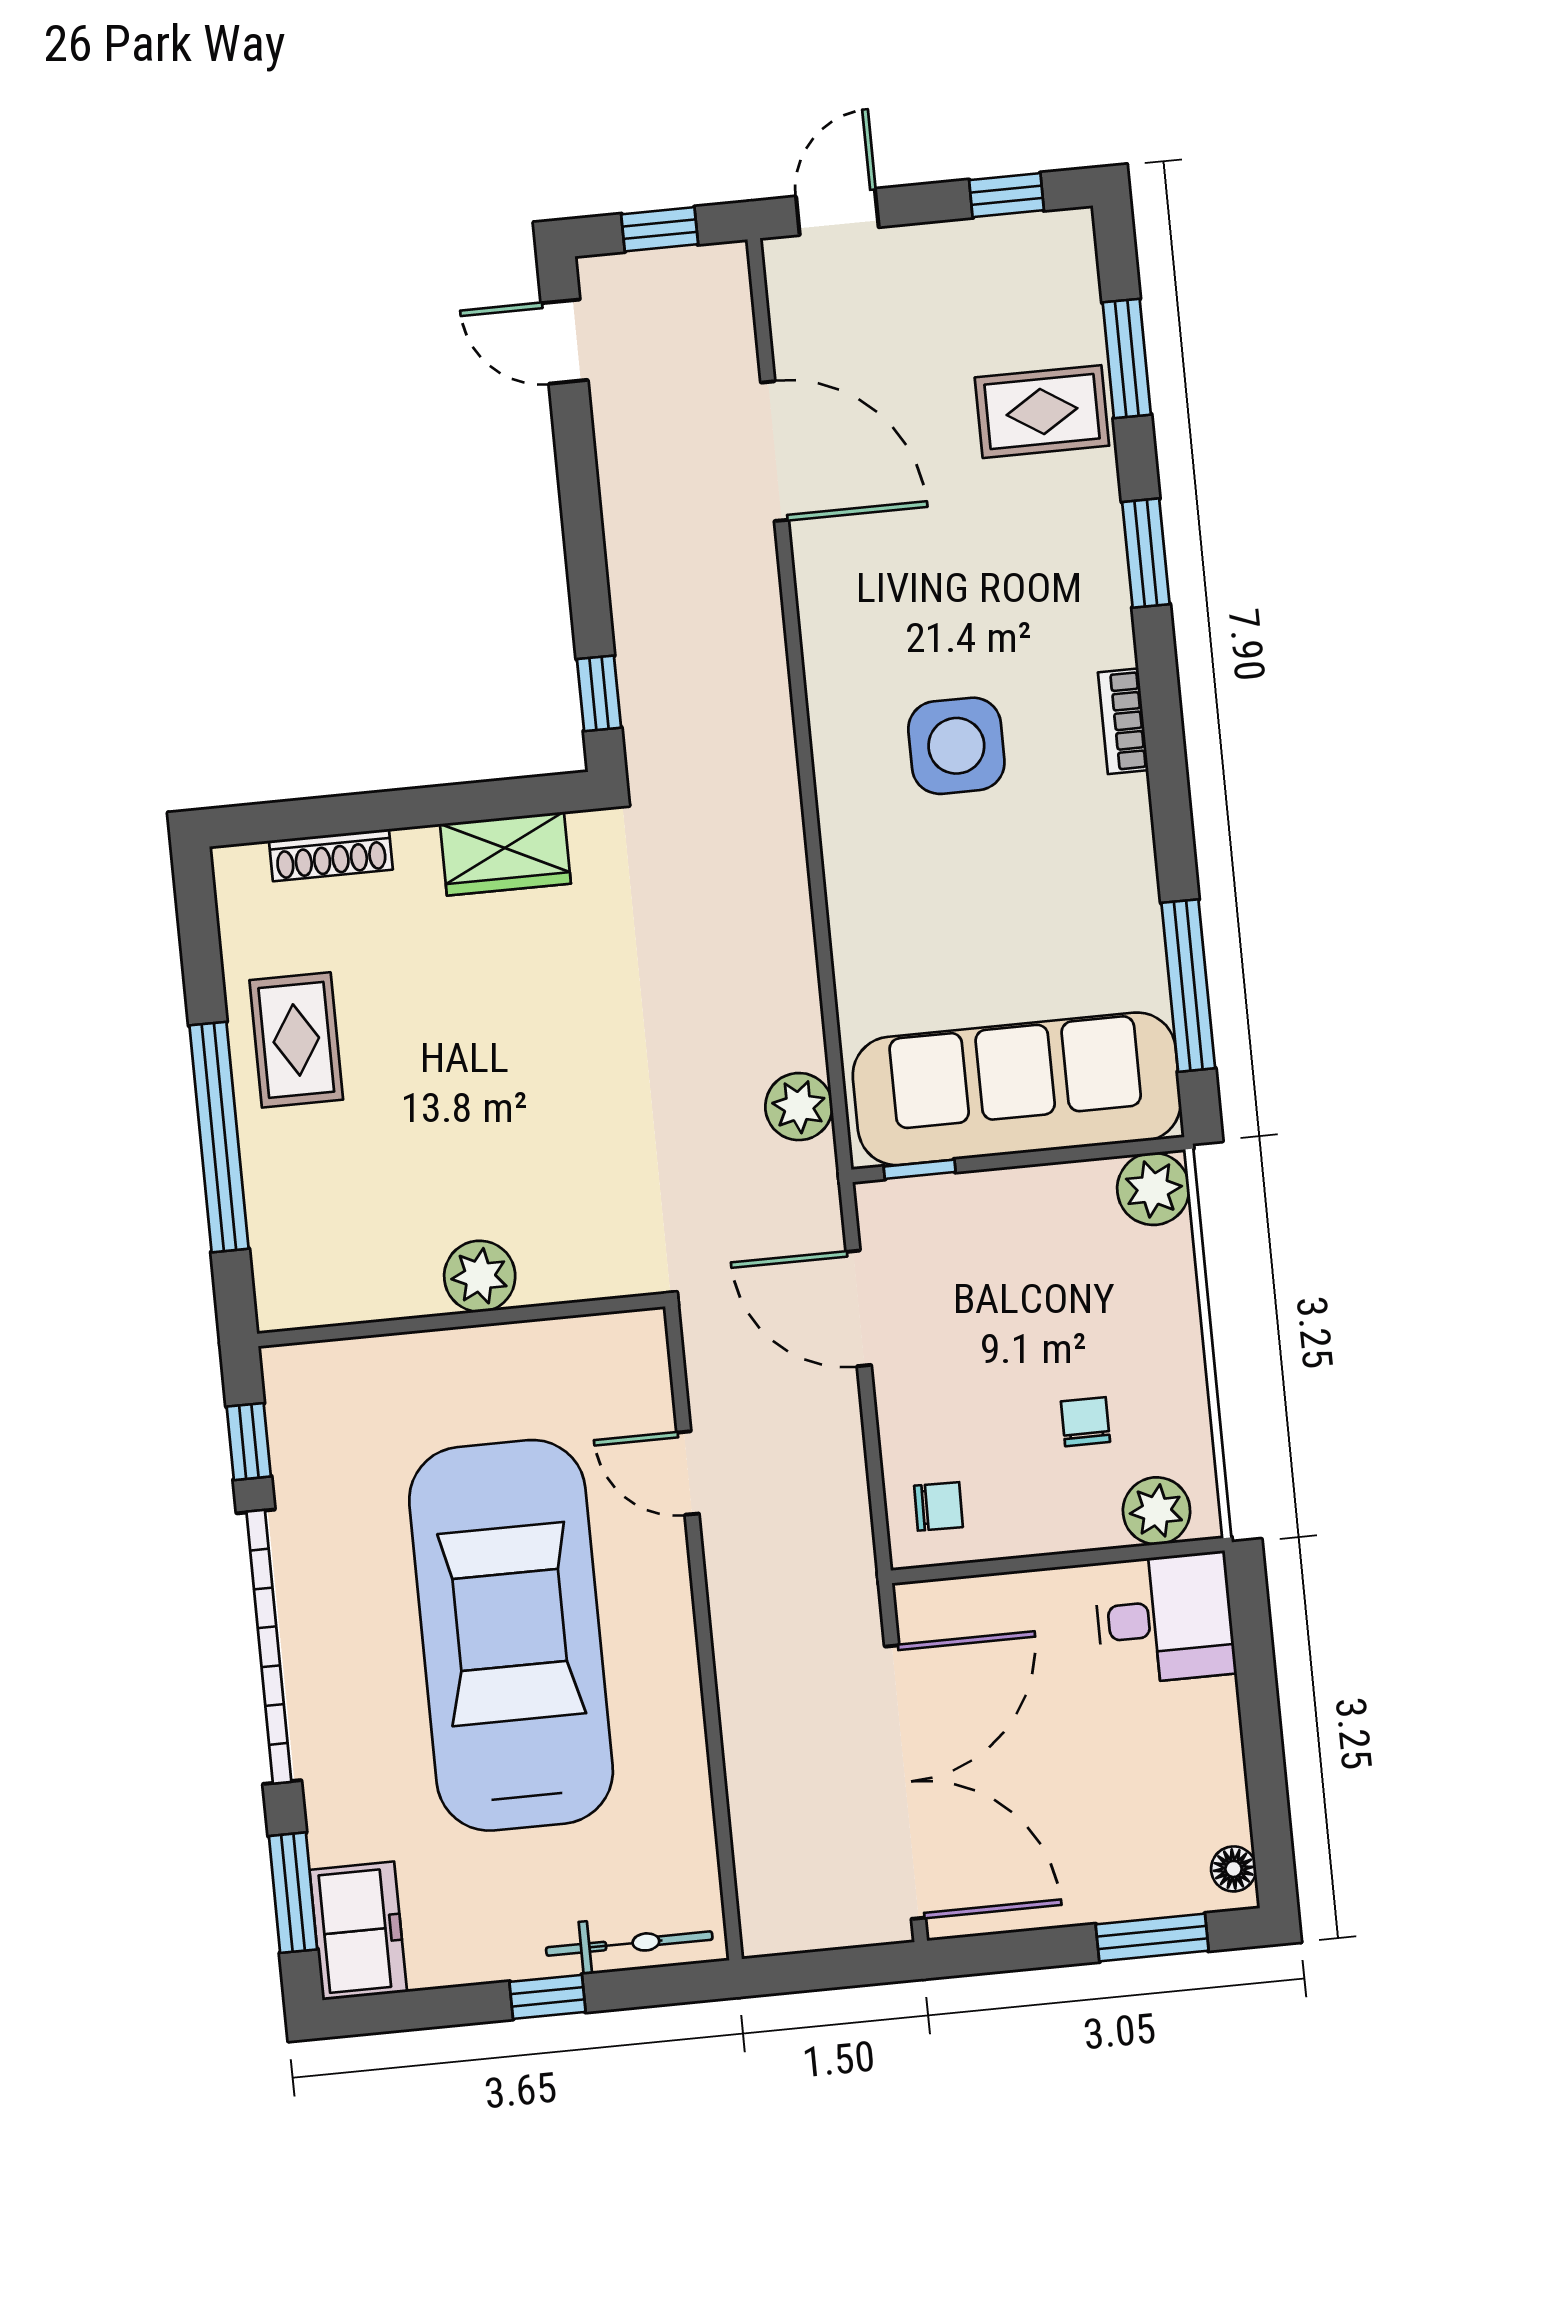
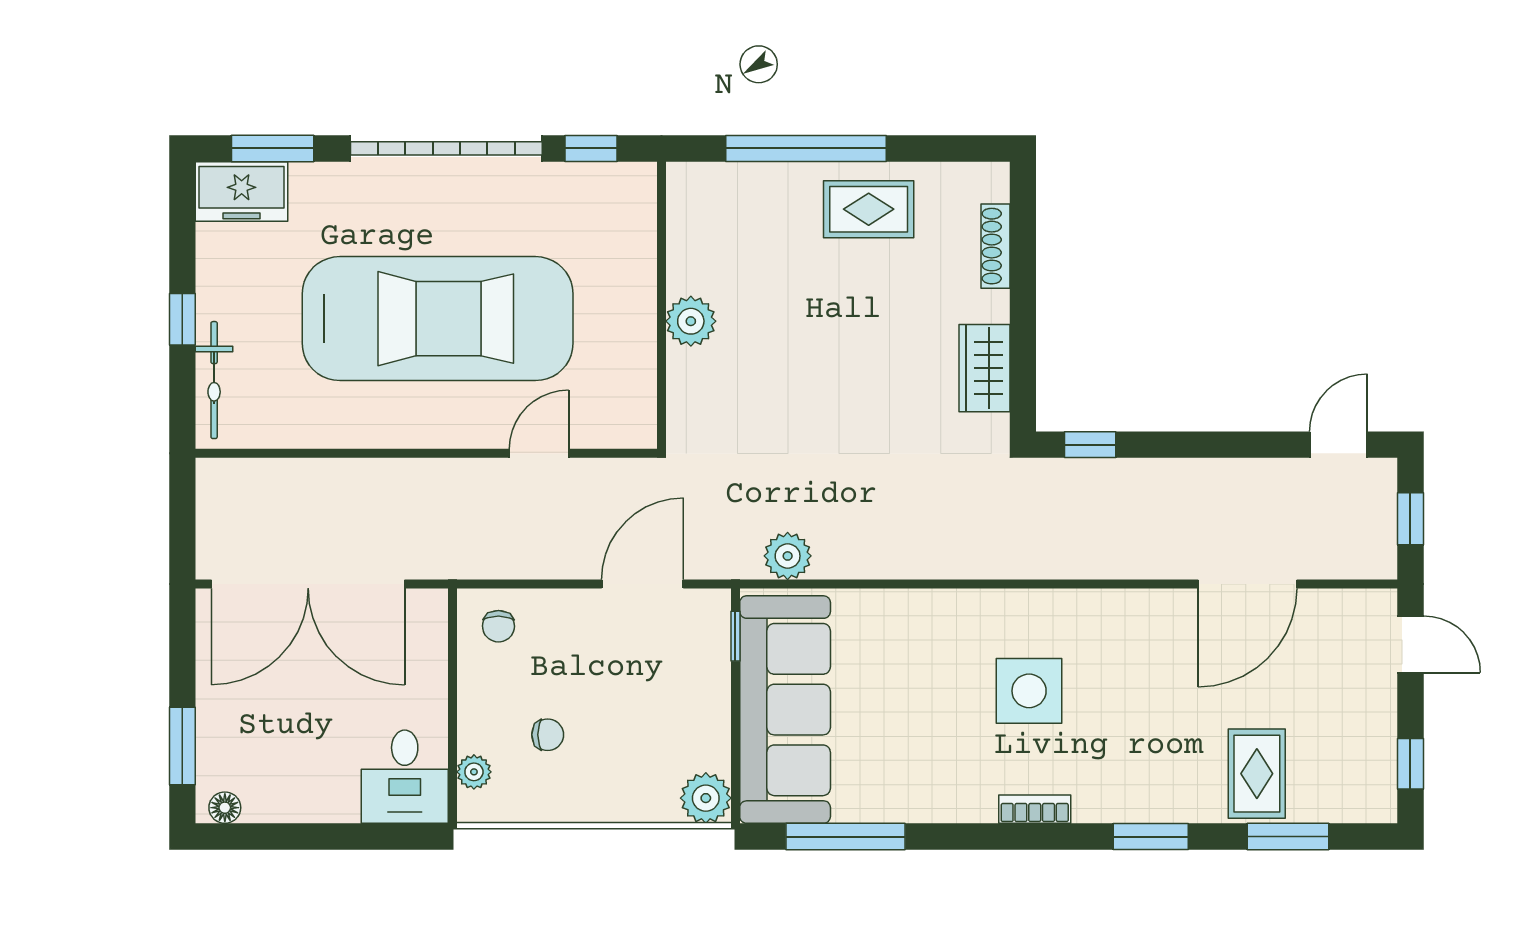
plant: (1157, 1511) -> (474, 772), width x0.73, depth x0.73

